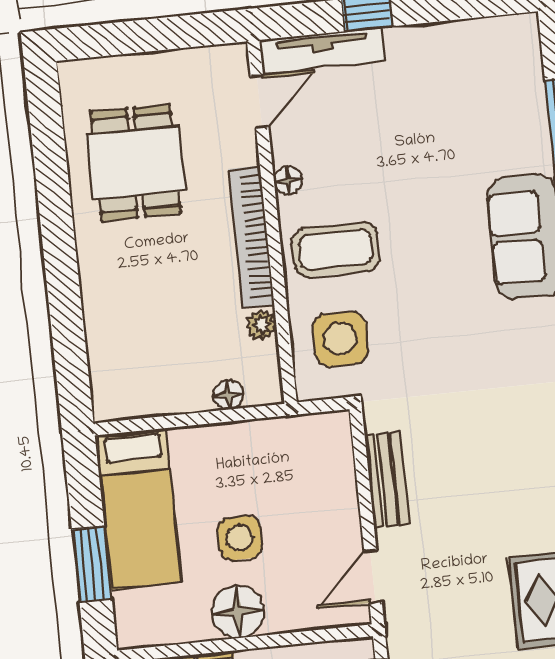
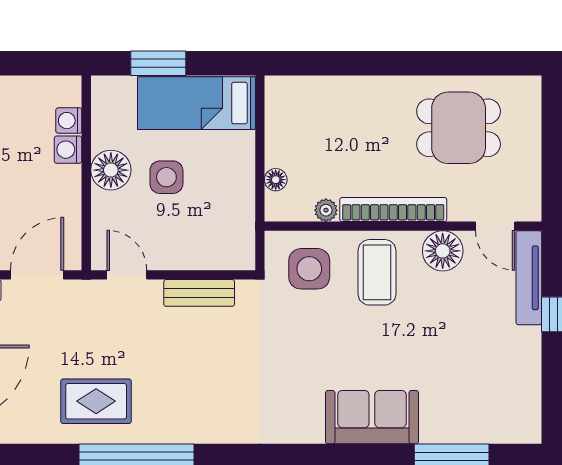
floor lamp: (288, 180) -> (443, 251), width x1.89, depth x1.89

